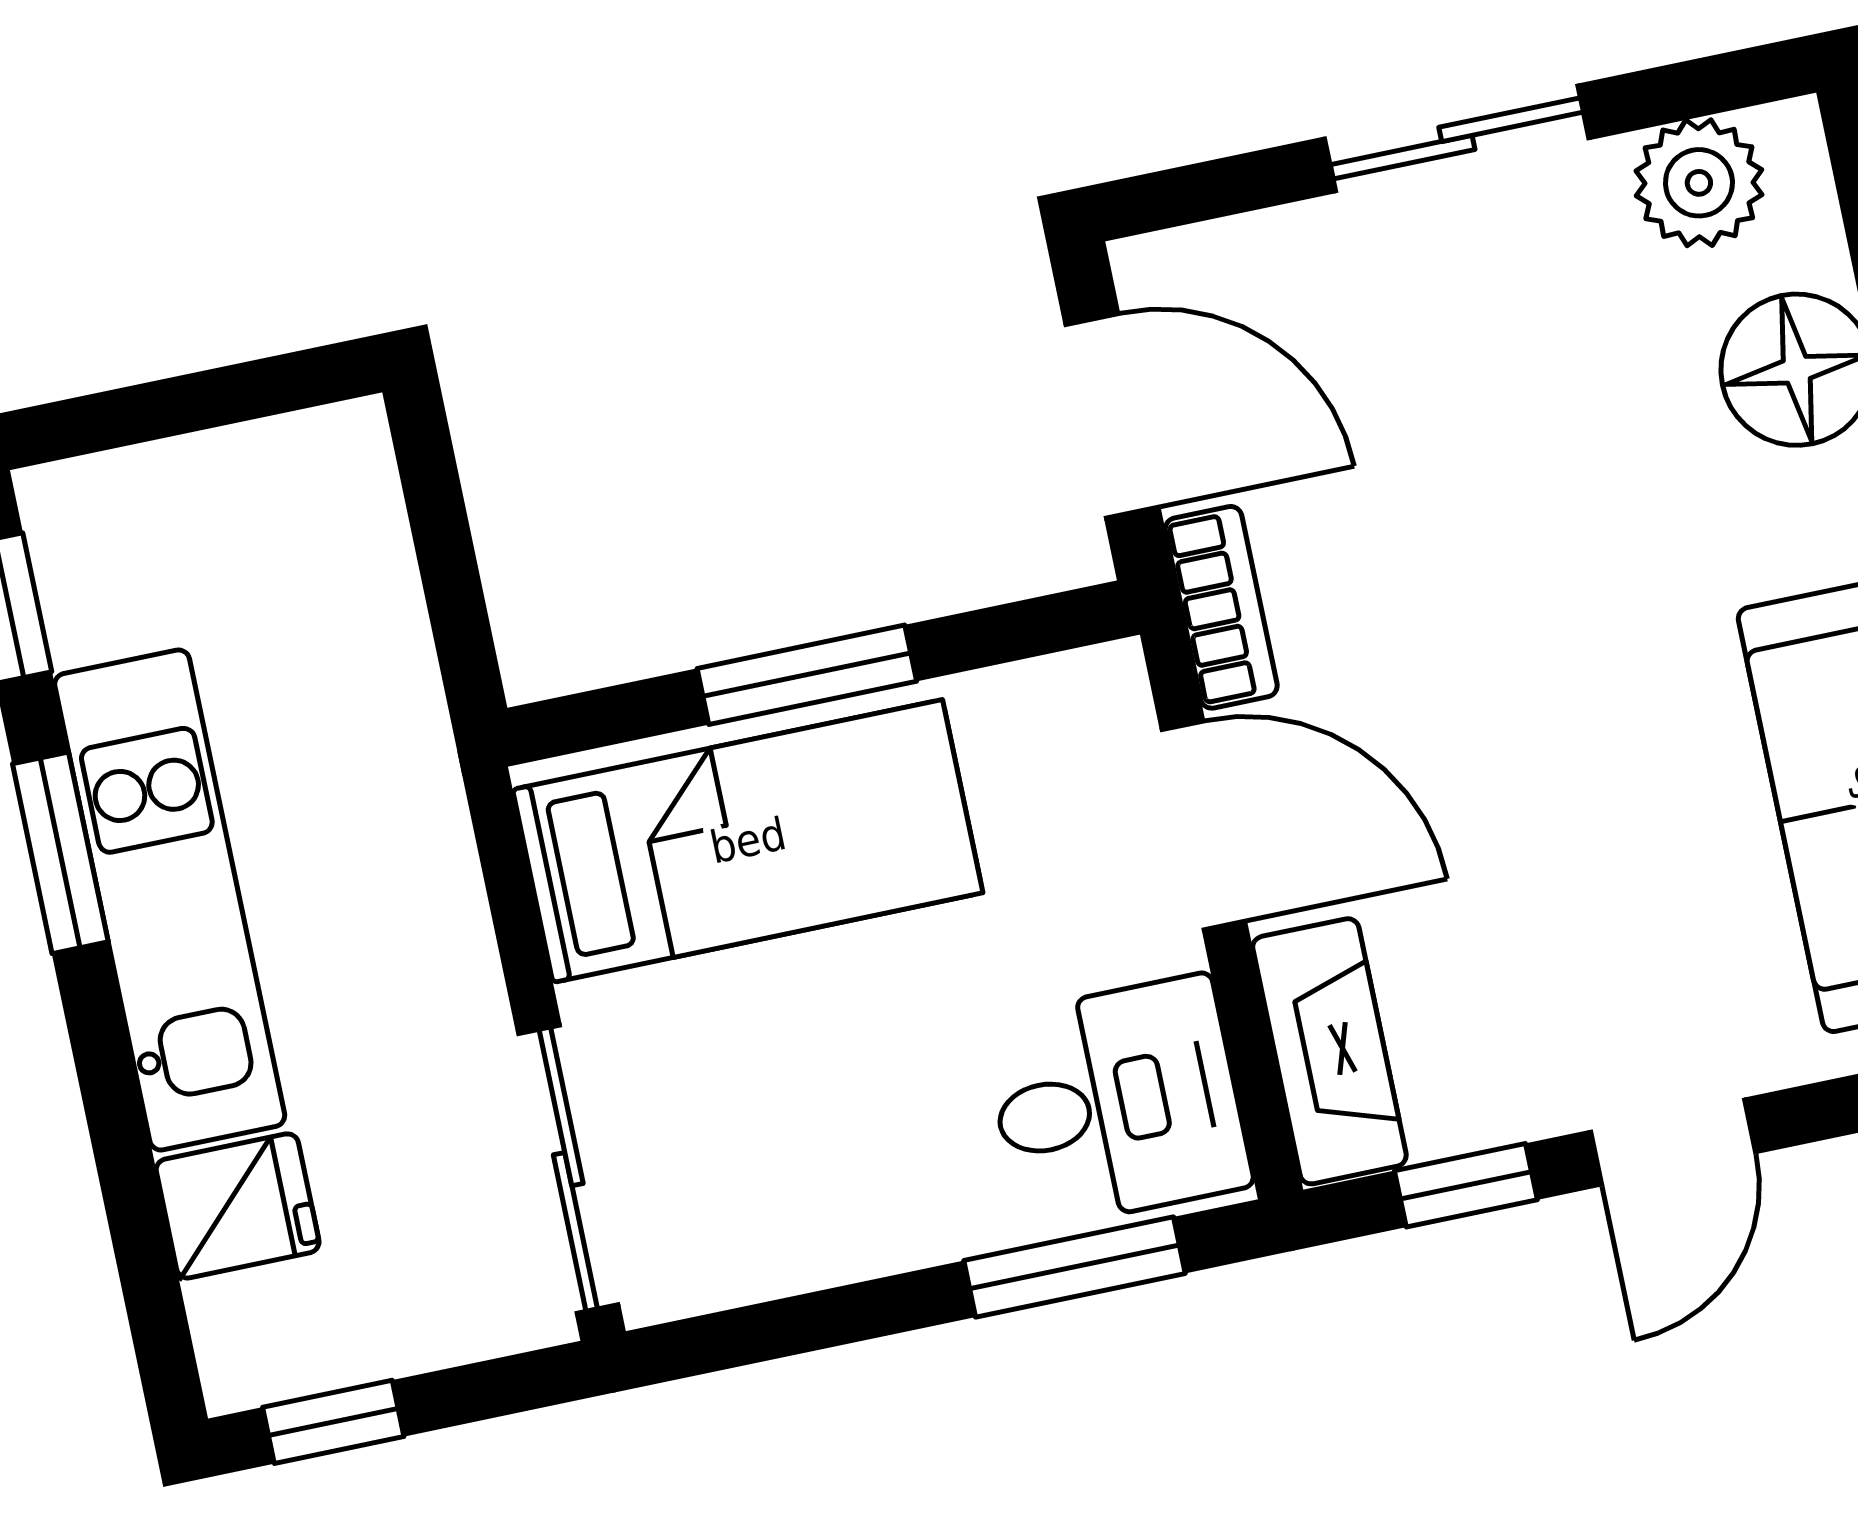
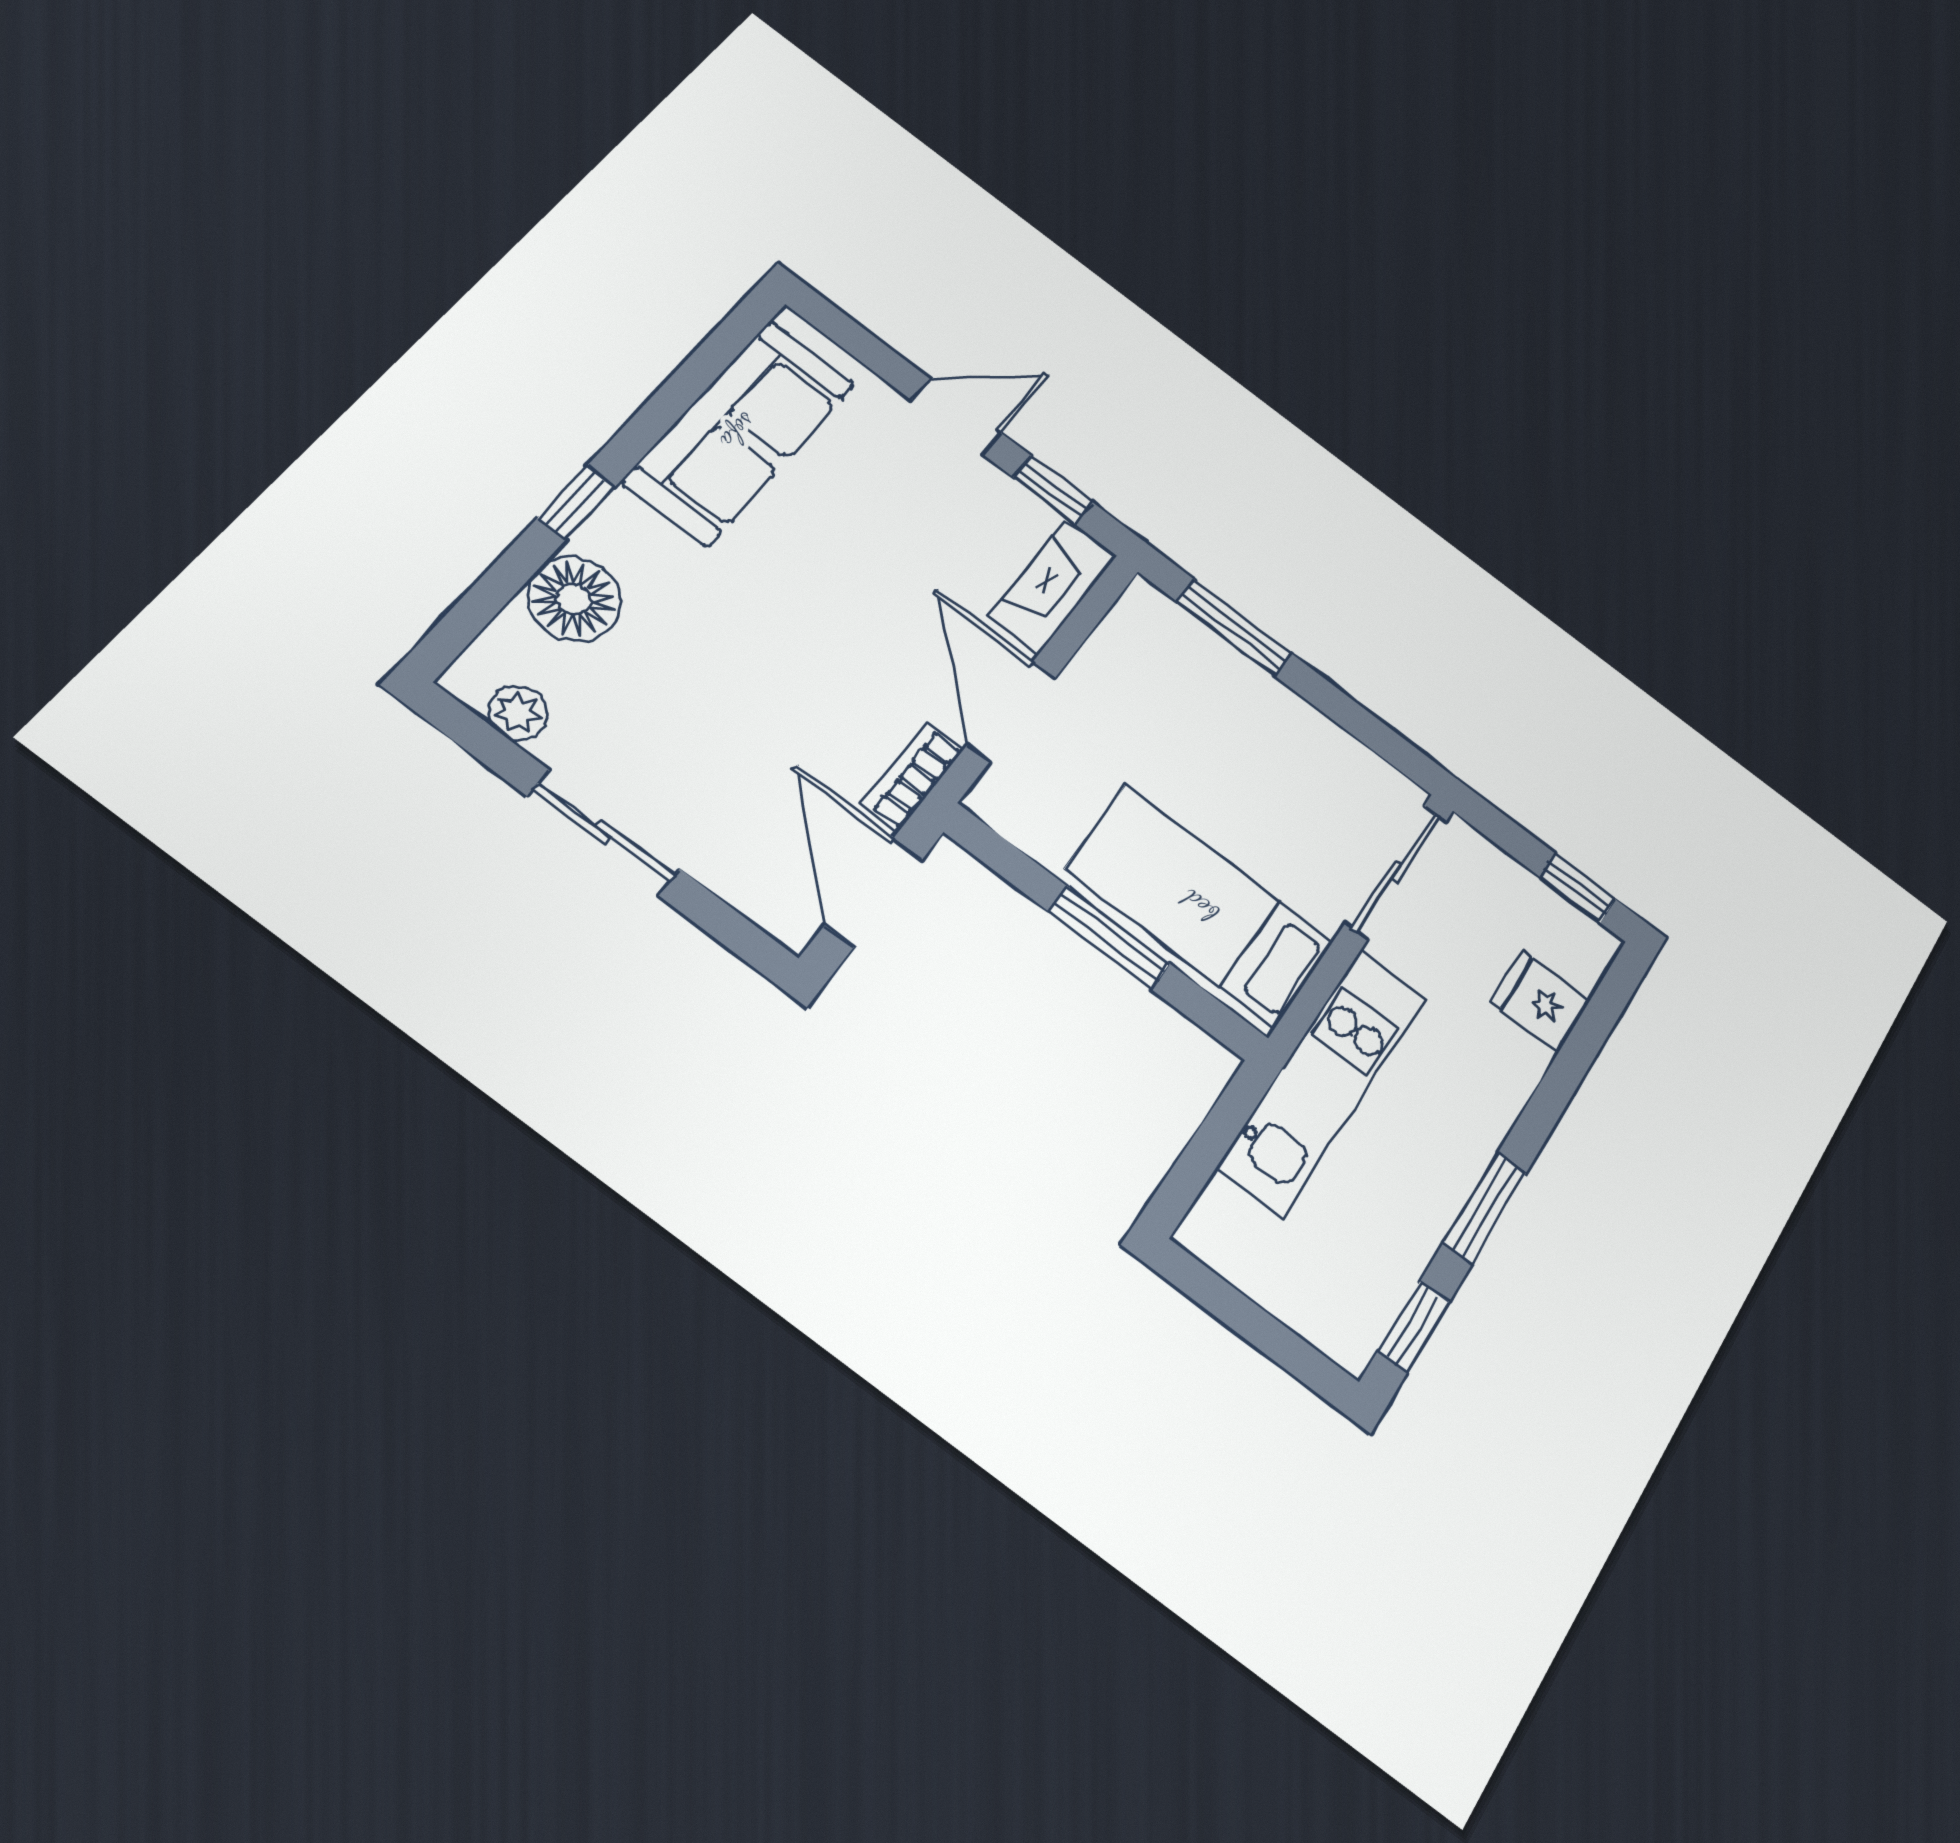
plant: (1699, 183) -> (518, 713), width x0.73, depth x0.73
kitchen unit: (170, 900) -> (1323, 1081), moved, turned 180
desk: (1117, 1103) -> (1156, 661), removed

